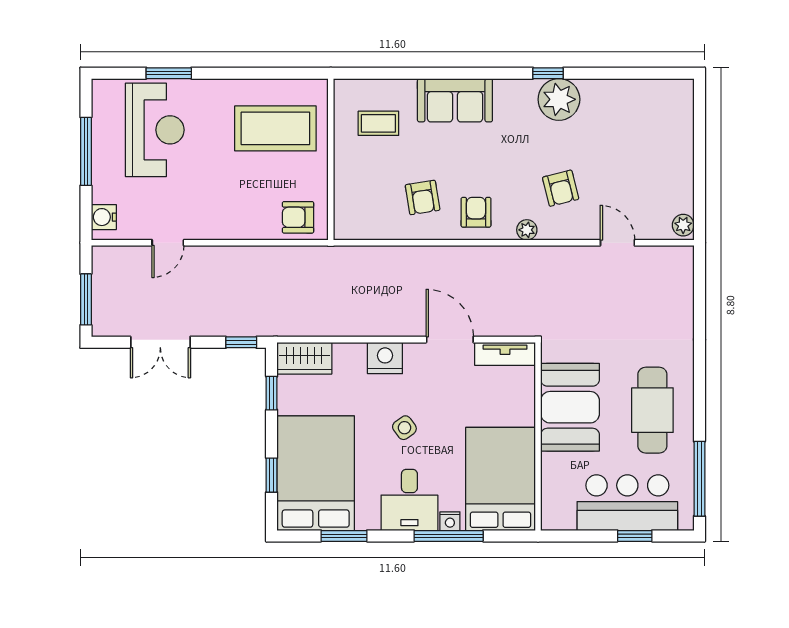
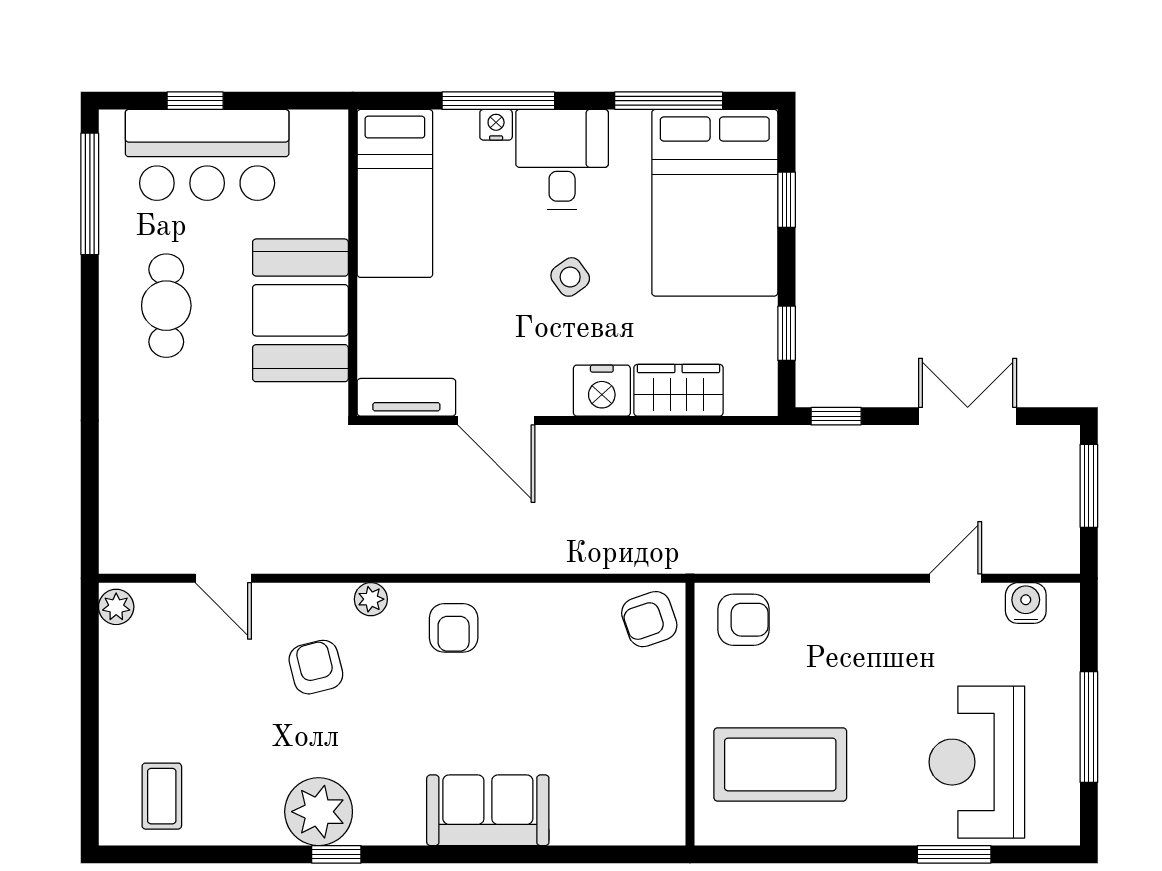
coffee table: (378, 123) -> (162, 796), moved, turned 90
armchair: (423, 197) -> (649, 619), moved, turned -100
water cooler: (104, 217) -> (1026, 603), moved, turned -90
wardrobe: (304, 358) -> (678, 390), moved
cafe table: (652, 410) -> (166, 306), width x0.73, depth x0.74
bed: (500, 479) -> (395, 193), width x0.67
window: (344, 536) -> (669, 101), width x1.44

